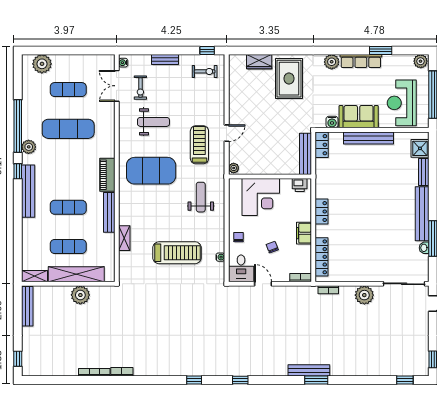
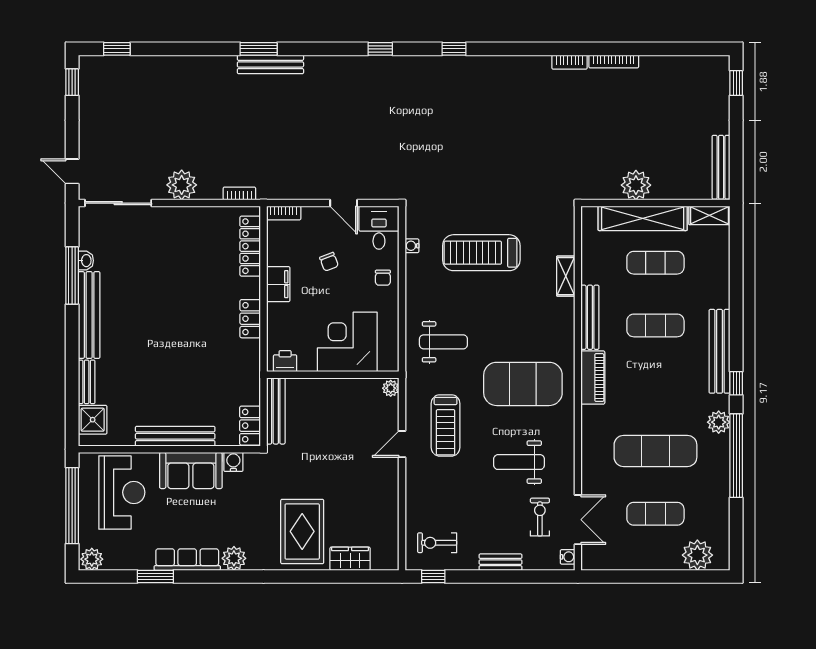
weight bench: (201, 197) -> (443, 342), turned -90

